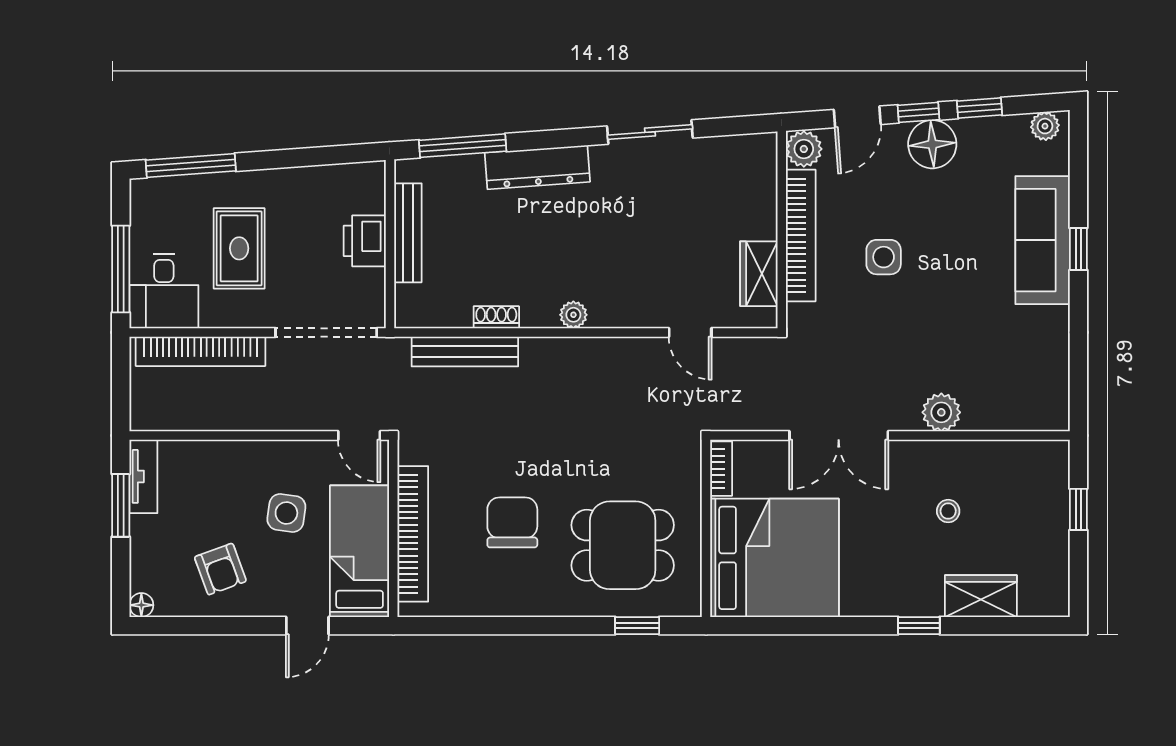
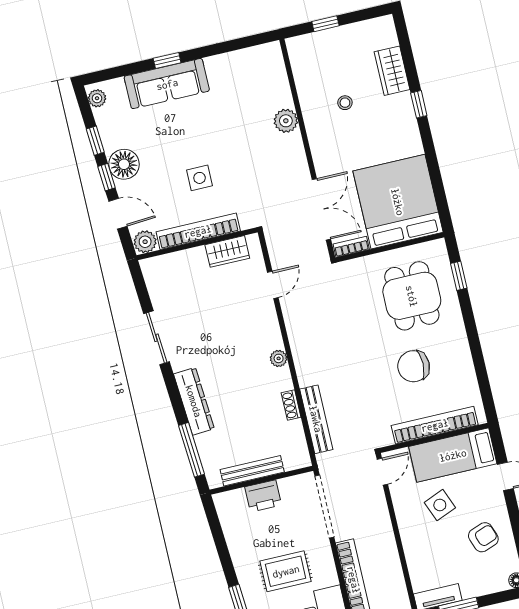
double door: (839, 436) -> (321, 209), moved
side table: (286, 513) -> (440, 505), turned -30

